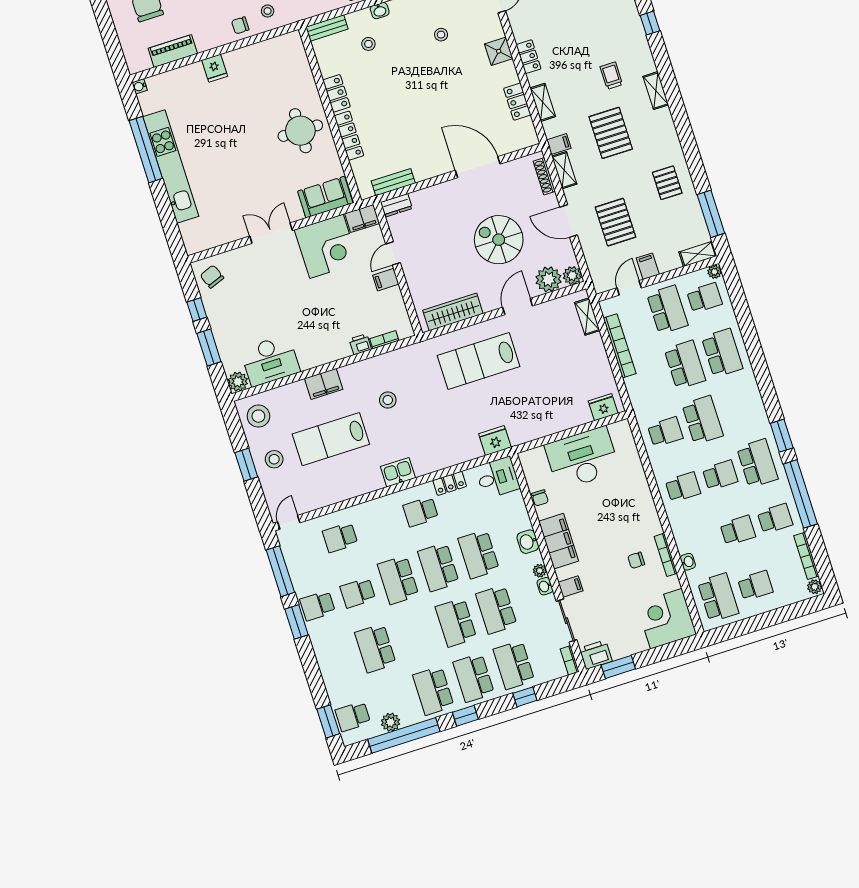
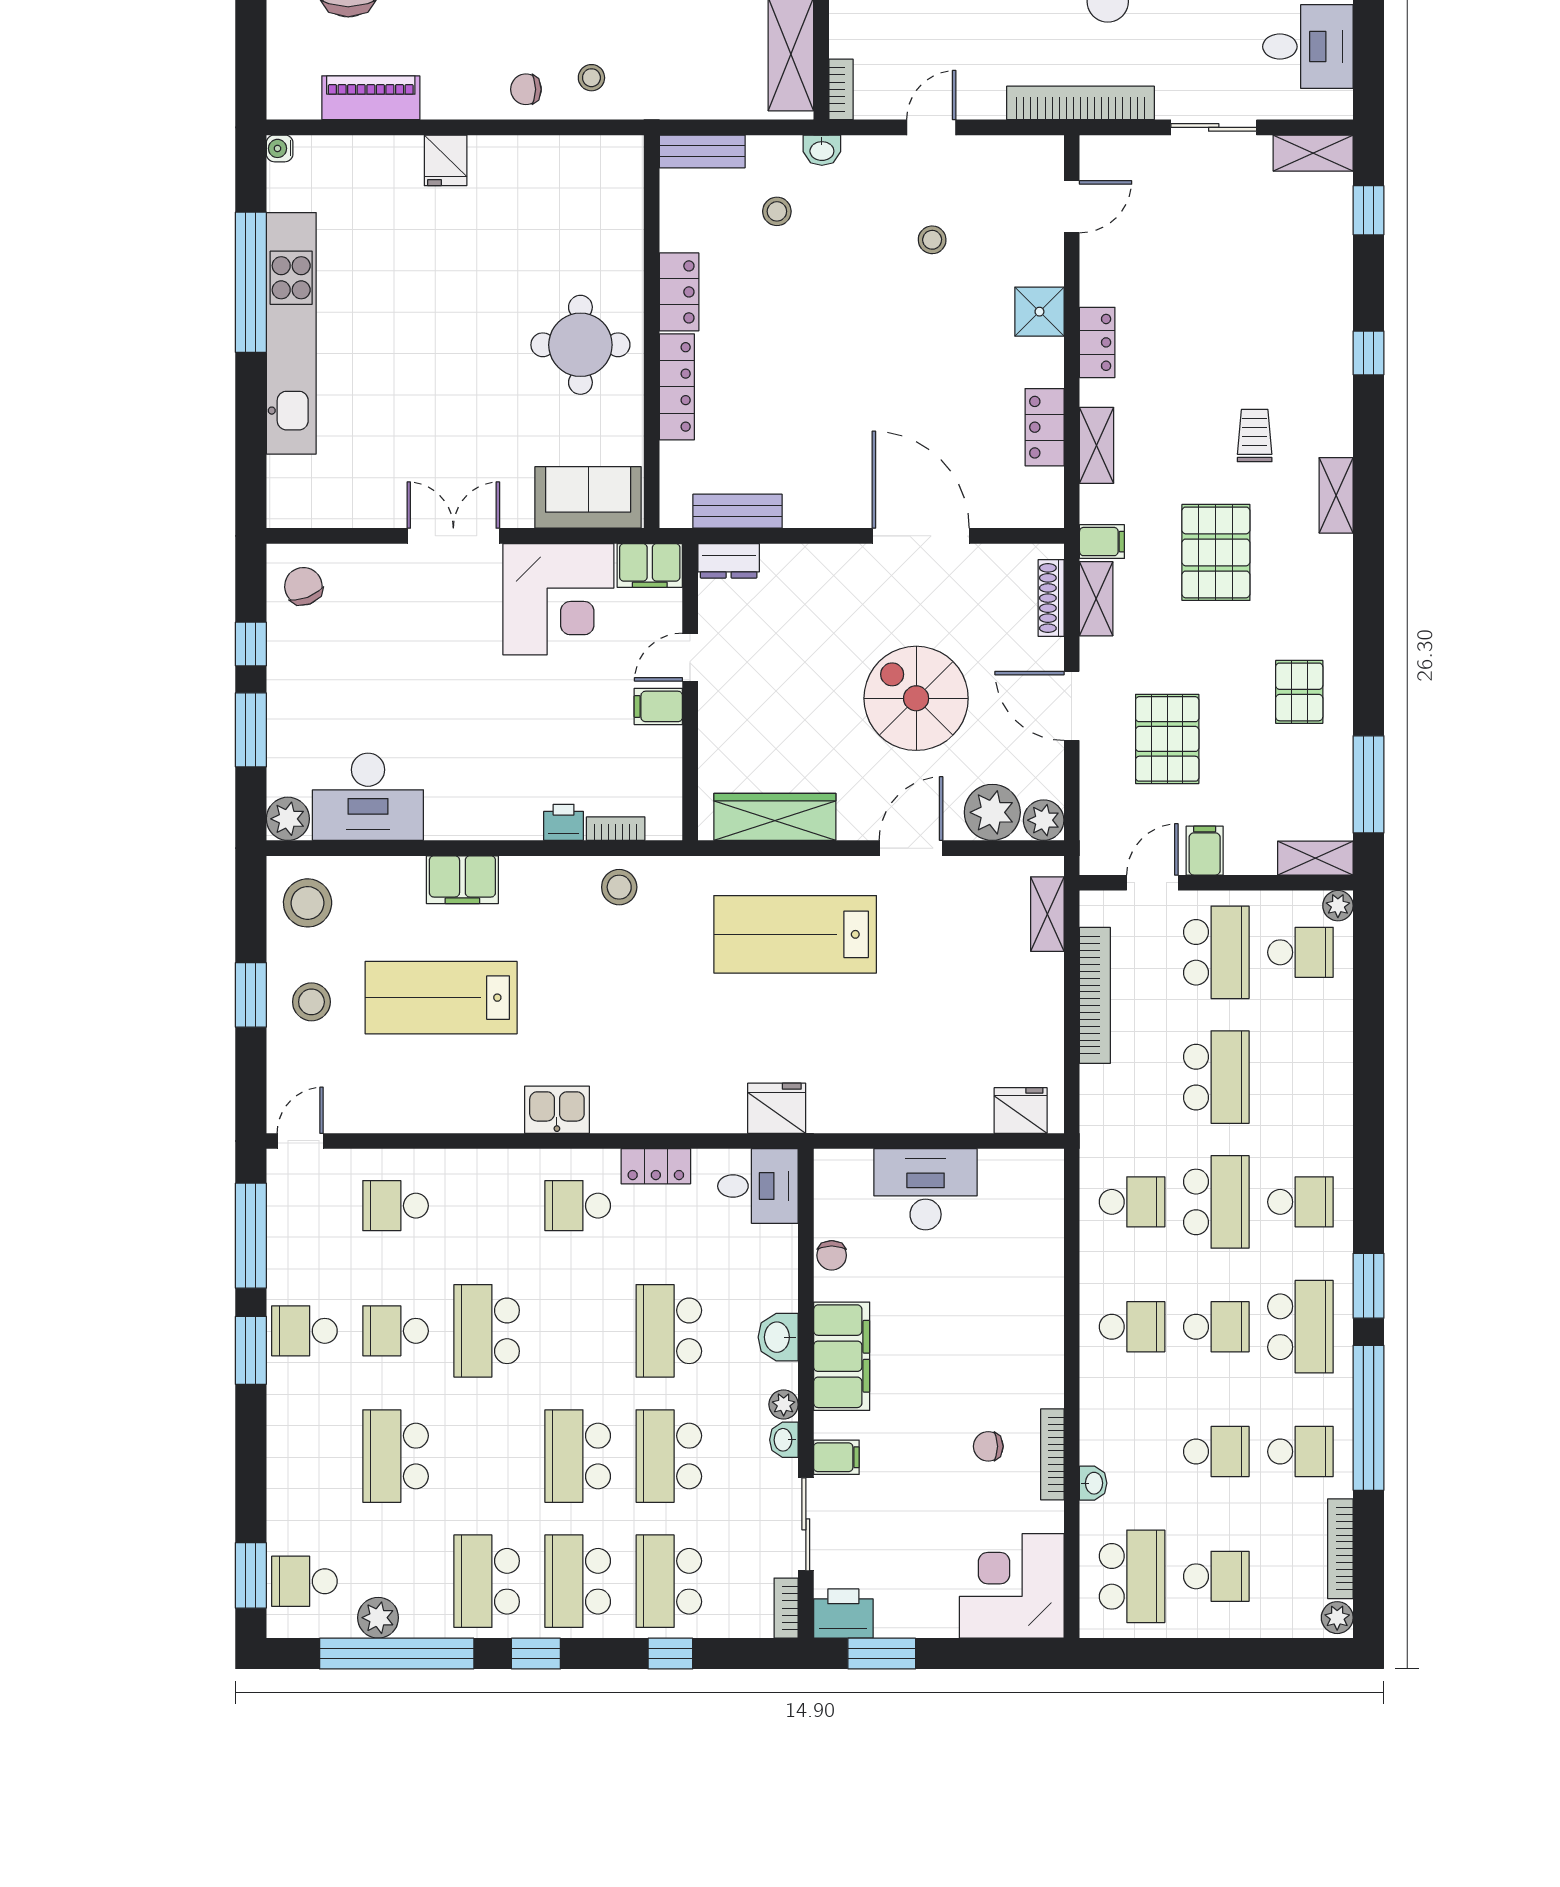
school desk: (722, 353) -> (1300, 1202), moved, width x0.54
stool: (388, 400) -> (619, 887), moved
desk: (582, 458) -> (926, 1189), width x0.73, depth x0.77
school desk: (438, 567) -> (578, 1331), removed

